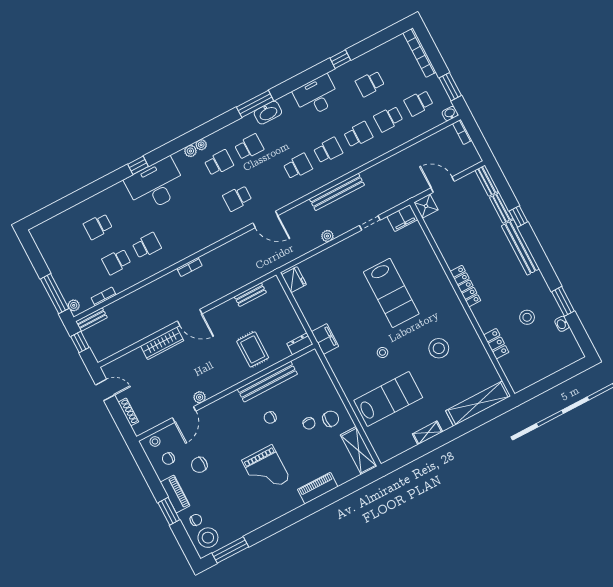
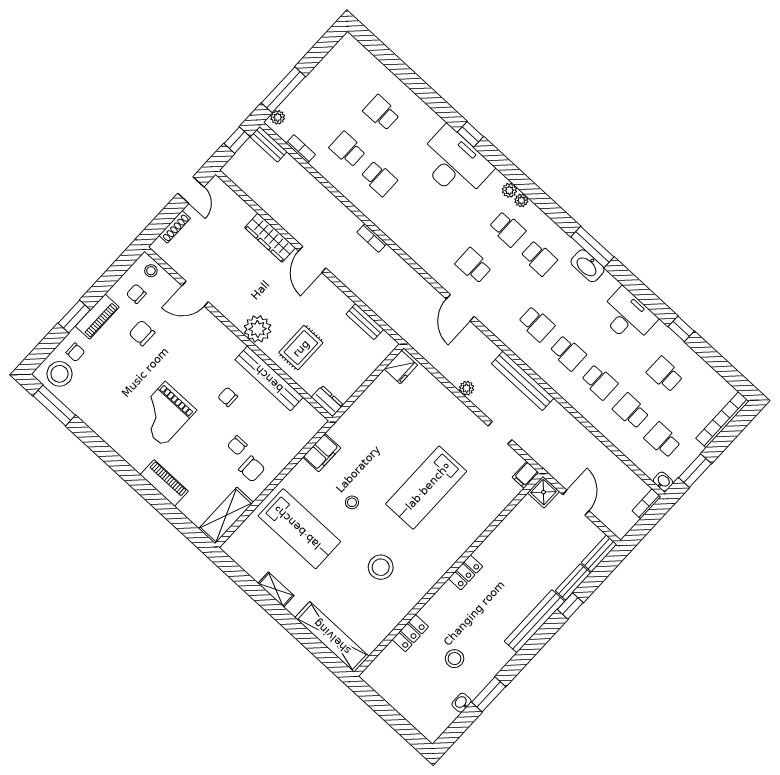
filing cabinet: (402, 218) -> (525, 475), width x0.50
locker: (465, 286) -> (466, 573), width x0.66
filing cabinet: (325, 339) -> (322, 453), moved
plant: (200, 397) -> (258, 329), moved, width x1.88, depth x1.88

